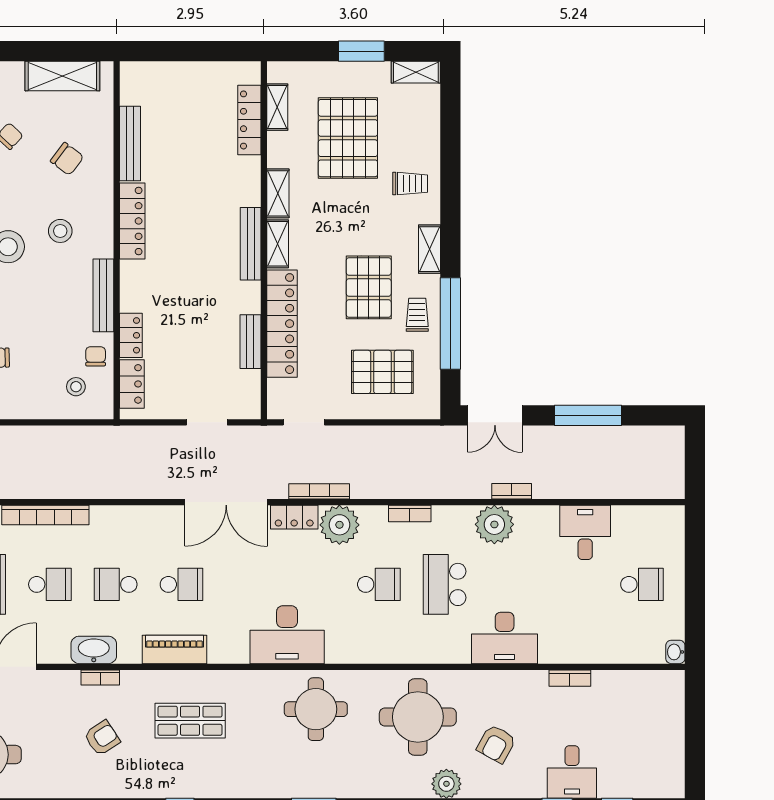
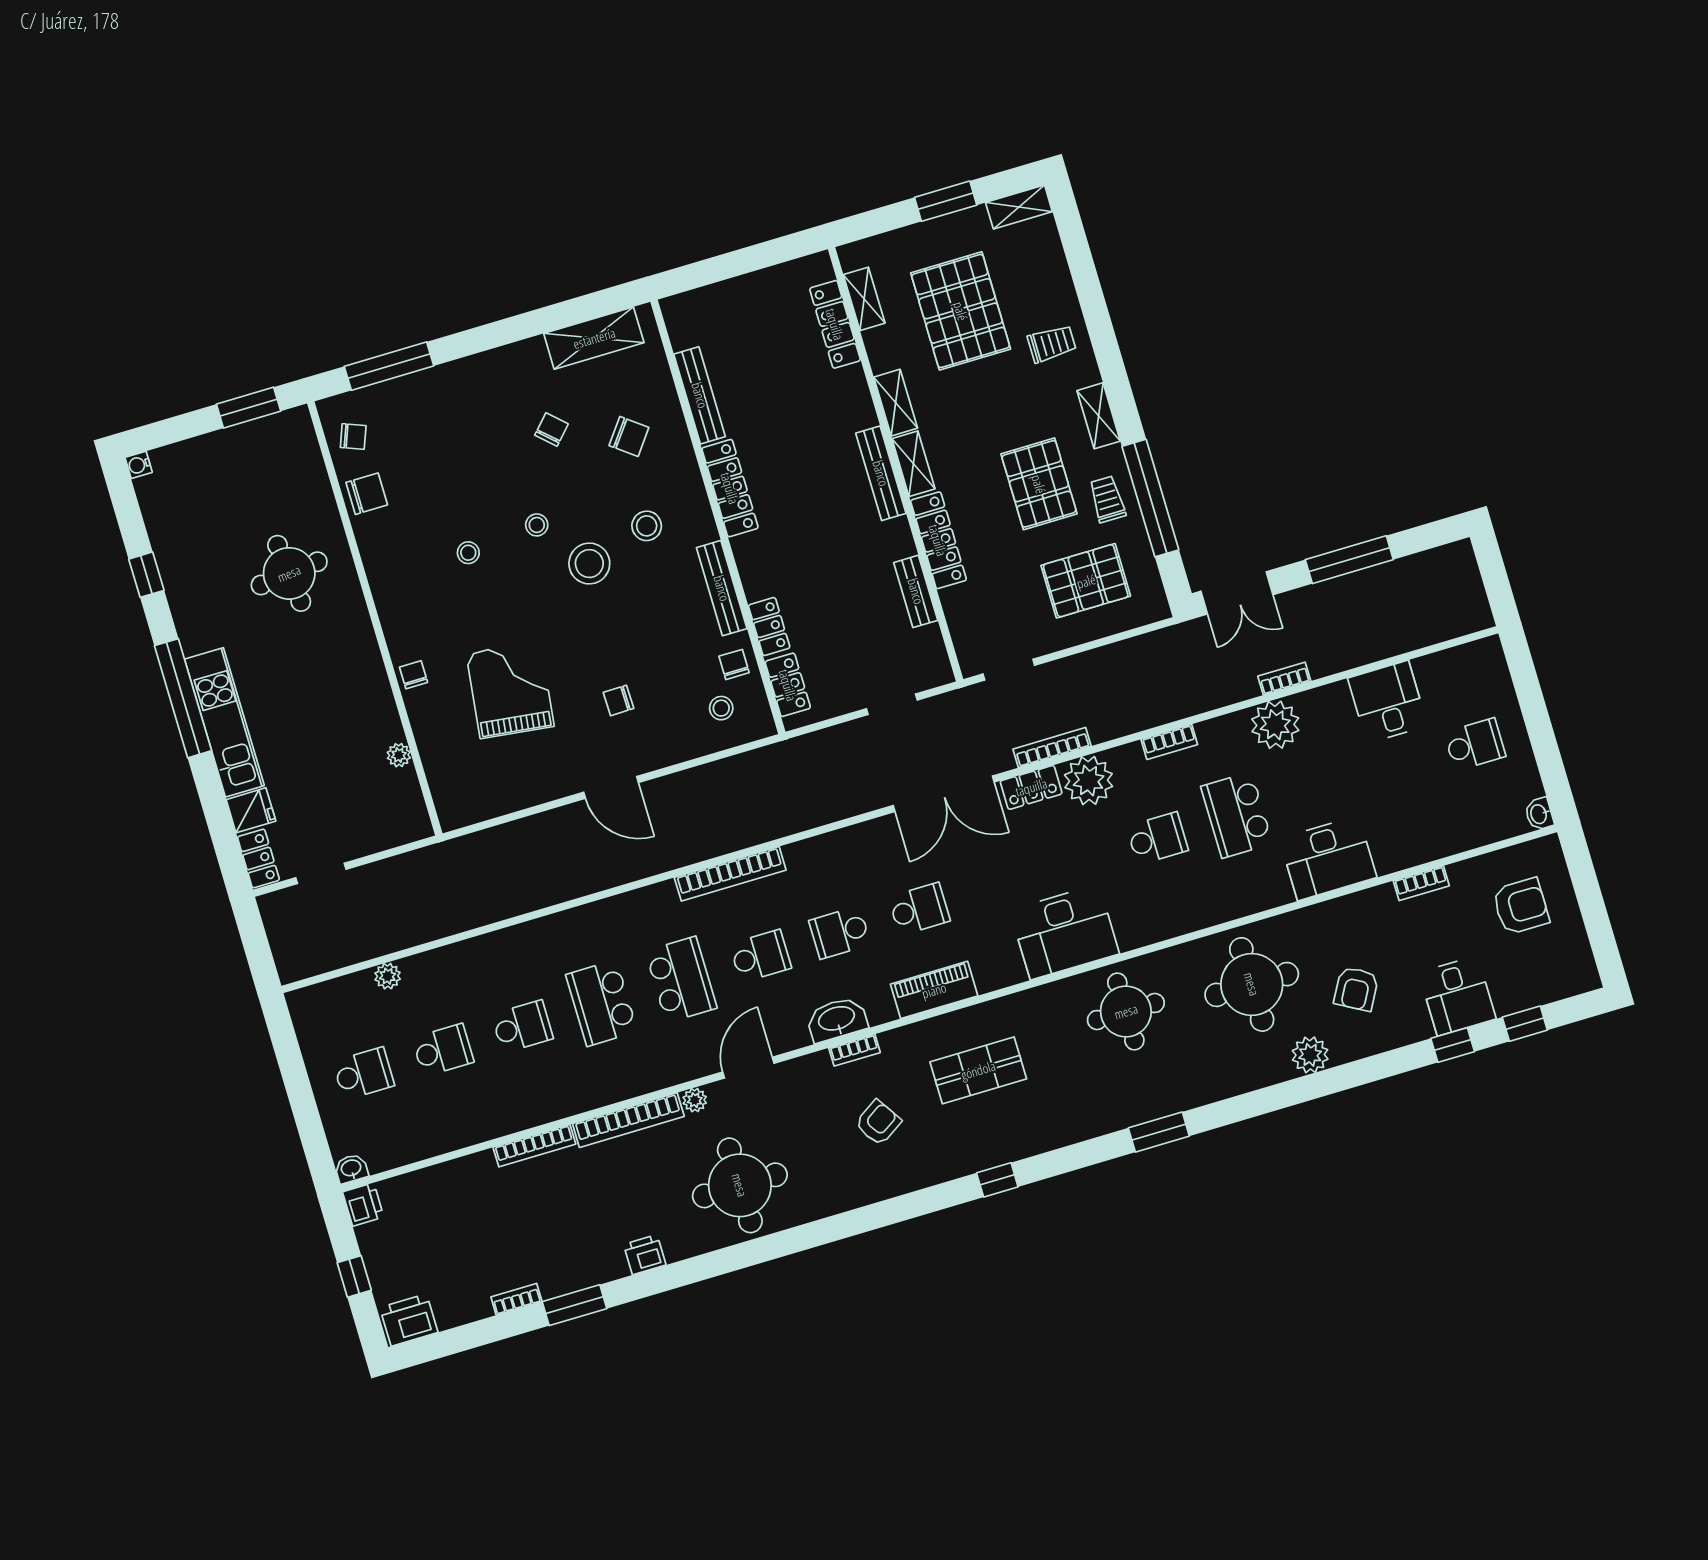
locker: (282, 324) -> (938, 540), width x0.71, depth x0.83
armchair: (640, 718) -> (1521, 906), added

